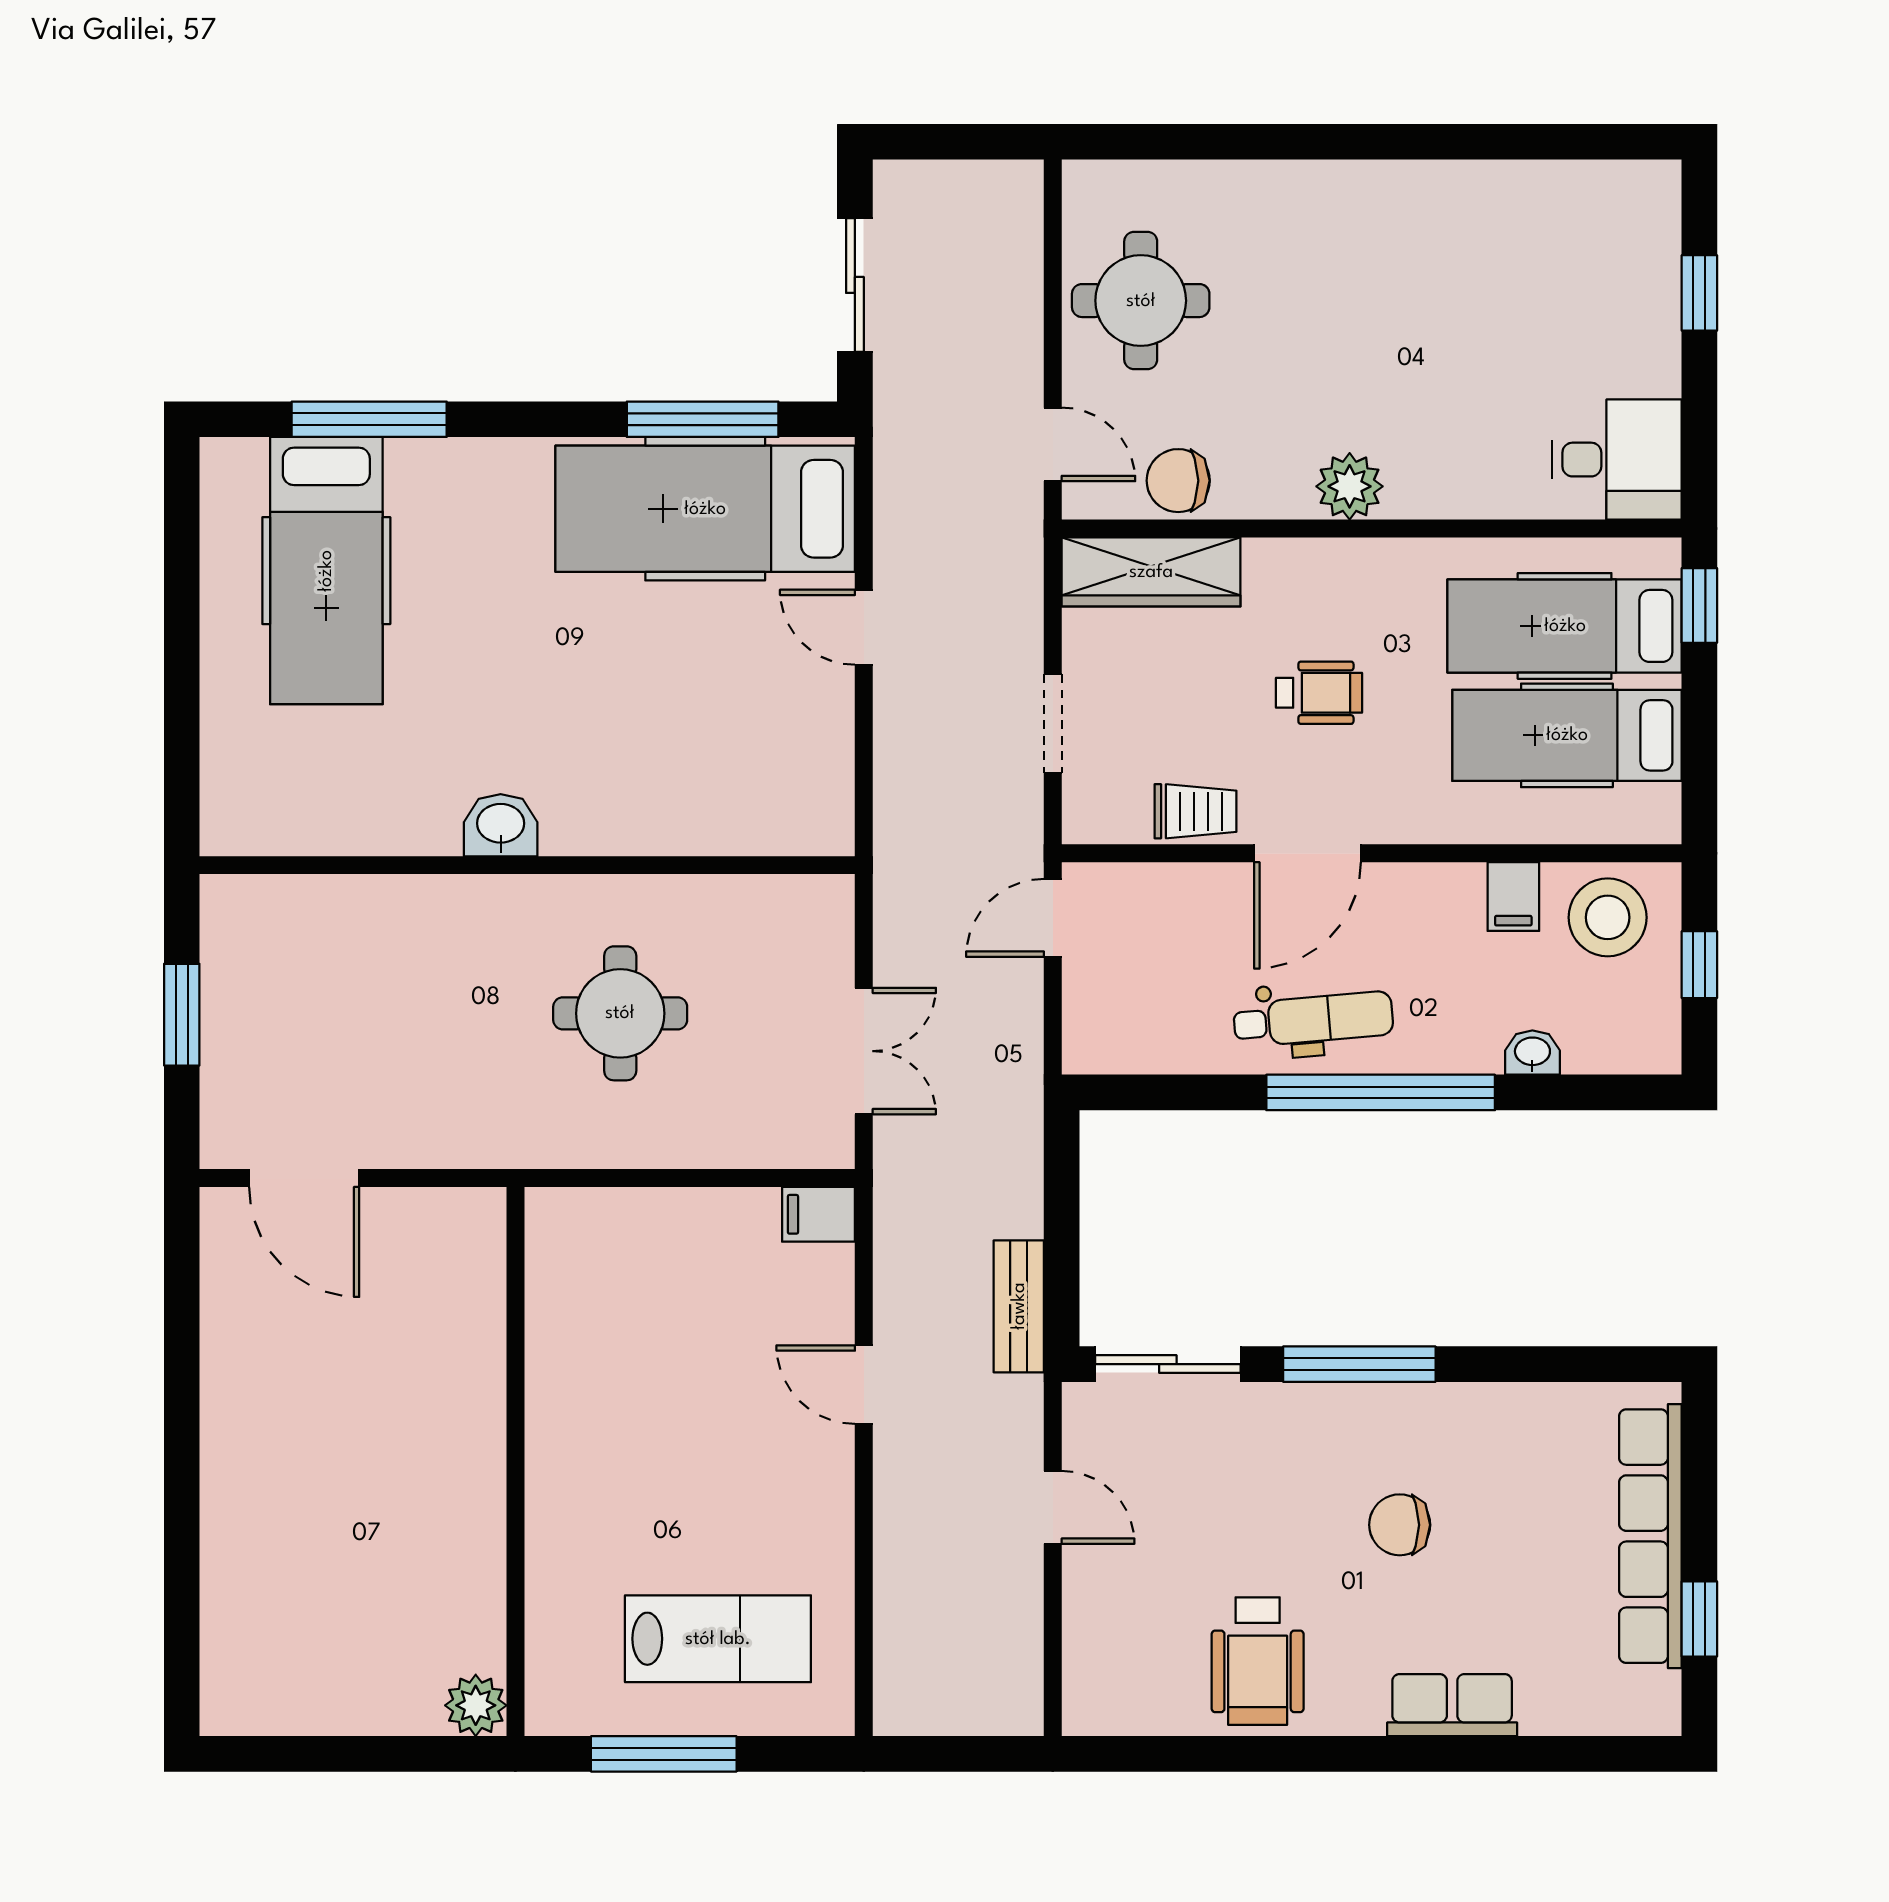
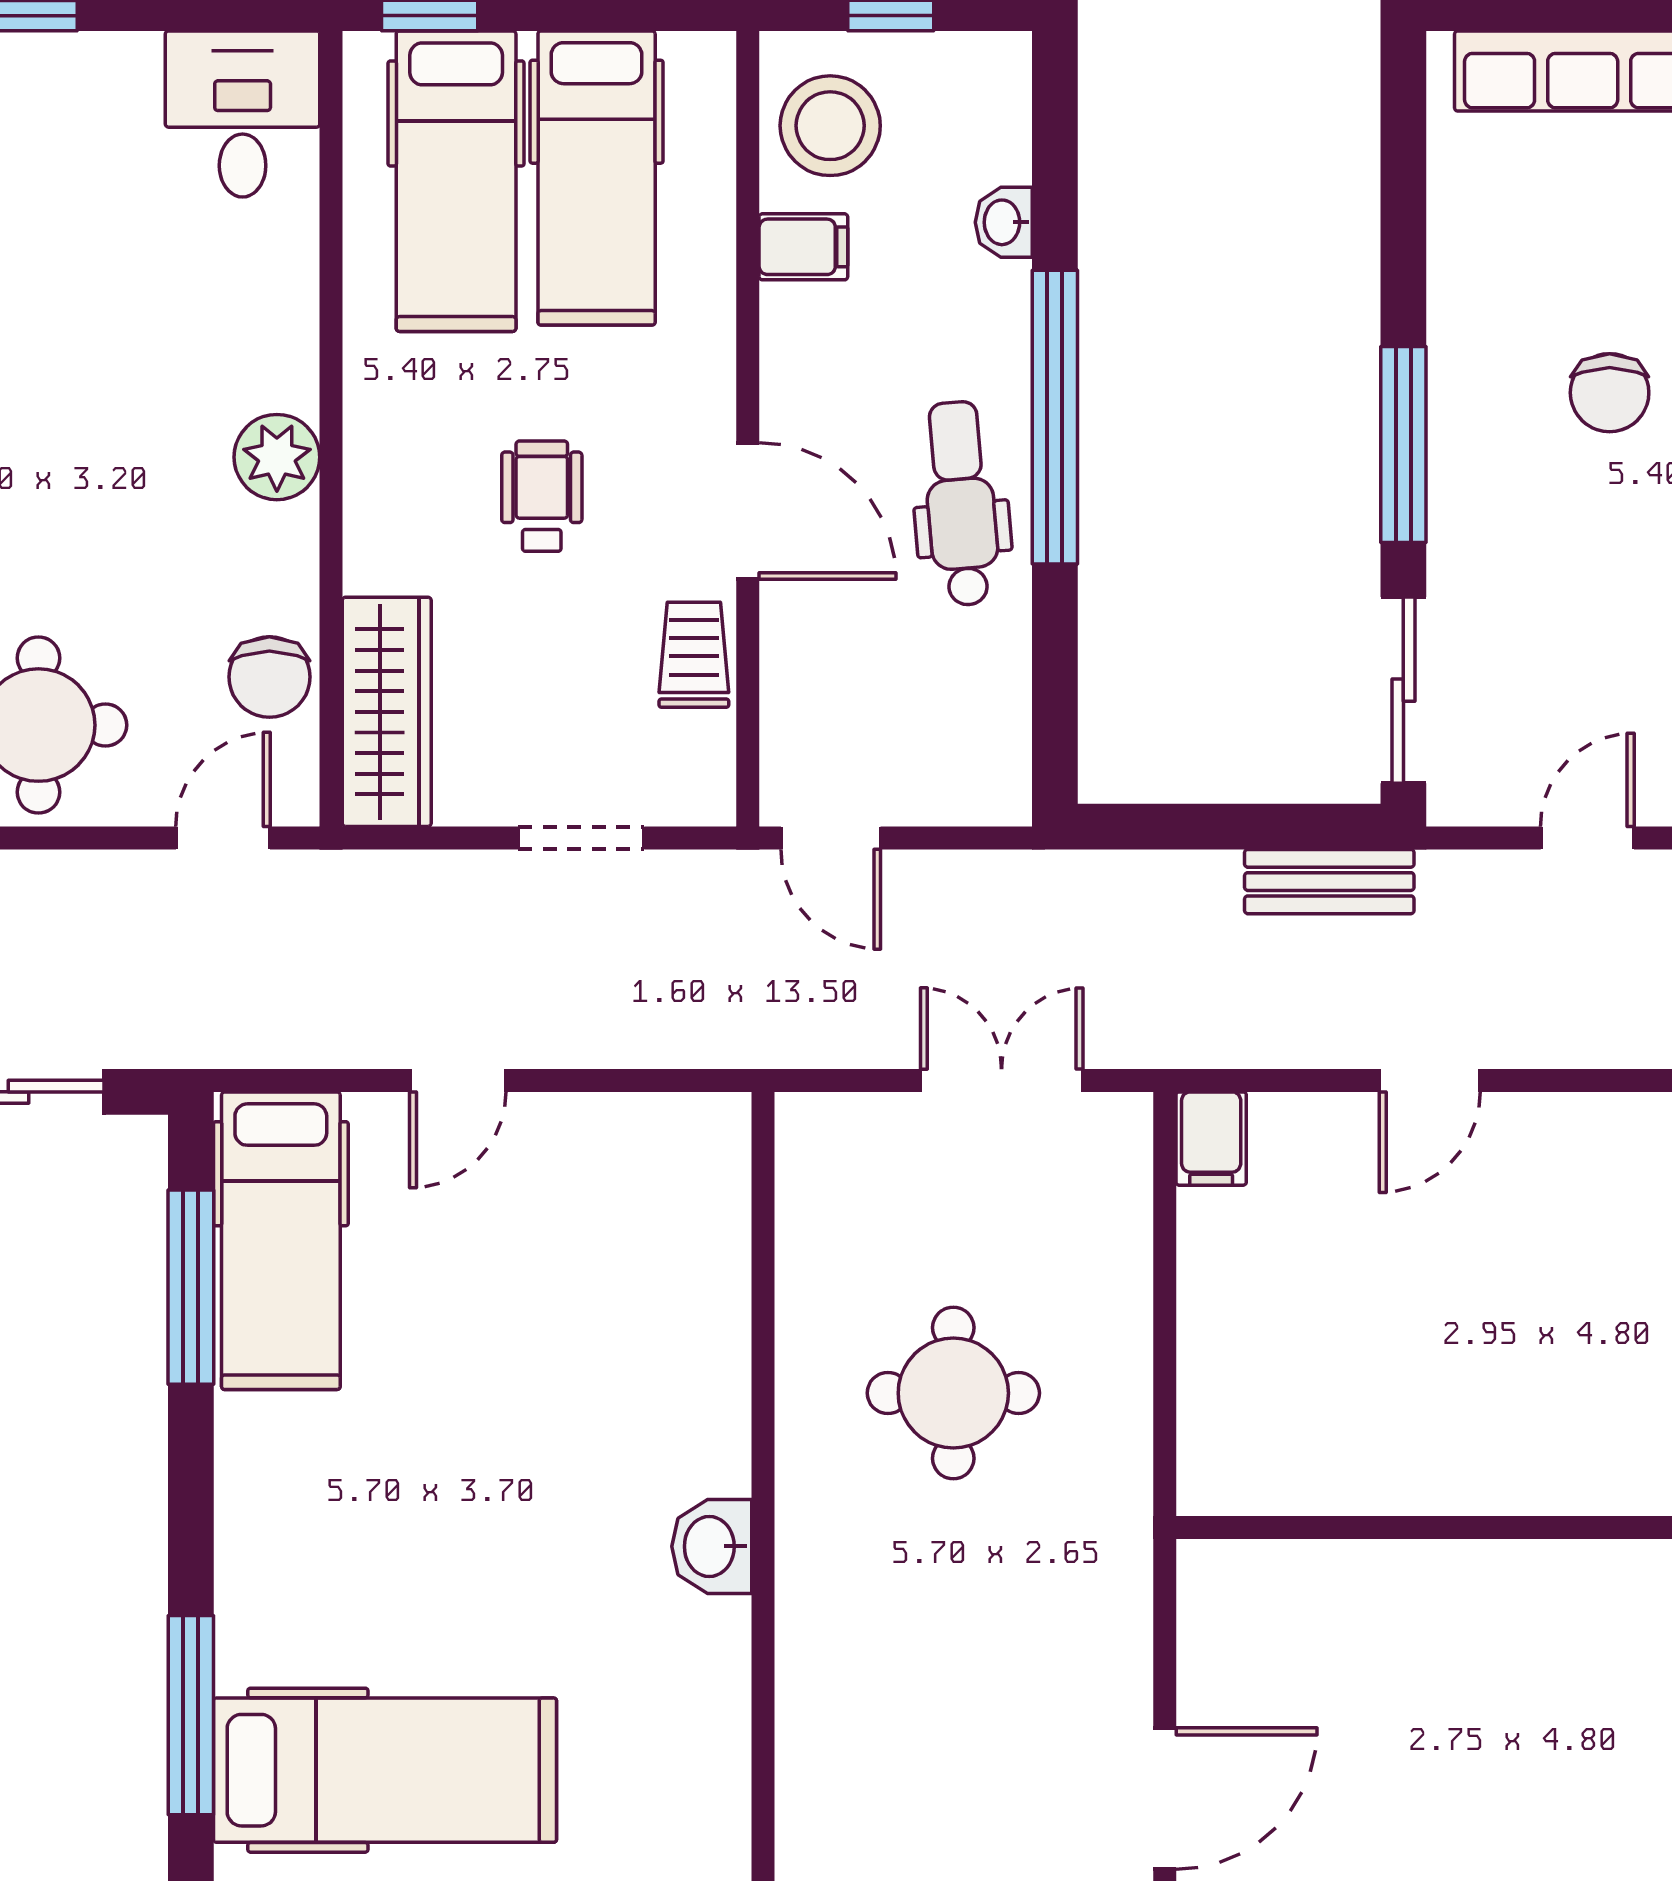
hospital bed: (705, 509) -> (281, 1241), width x0.73, depth x0.78

